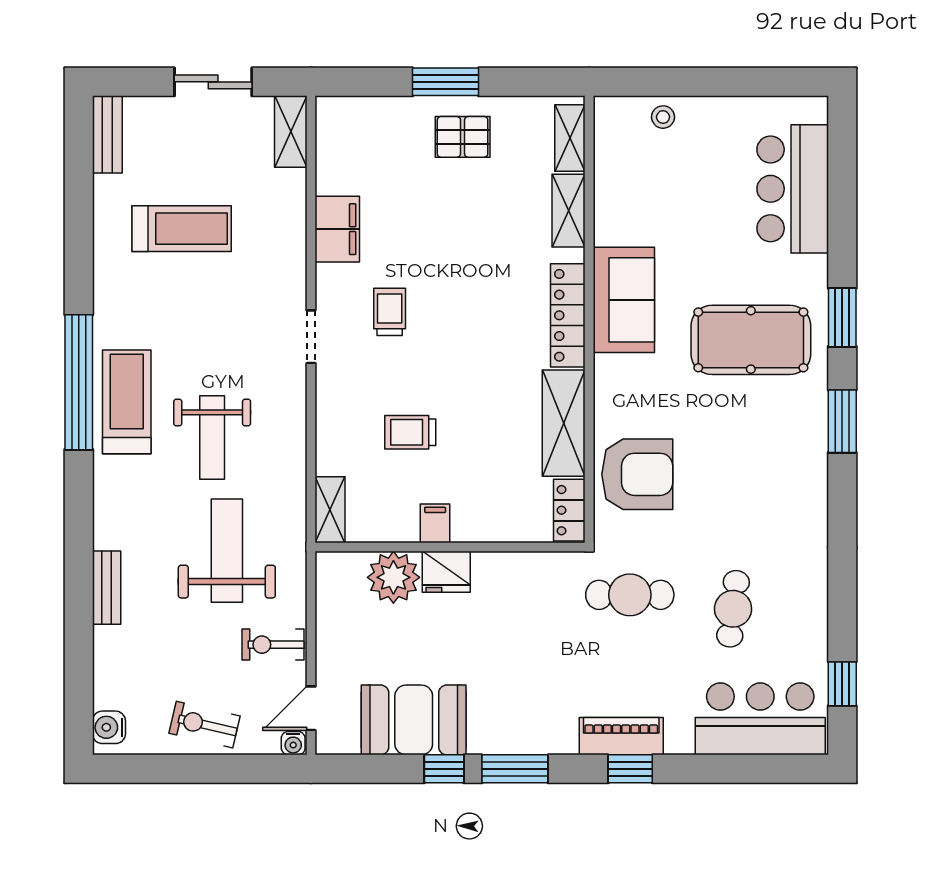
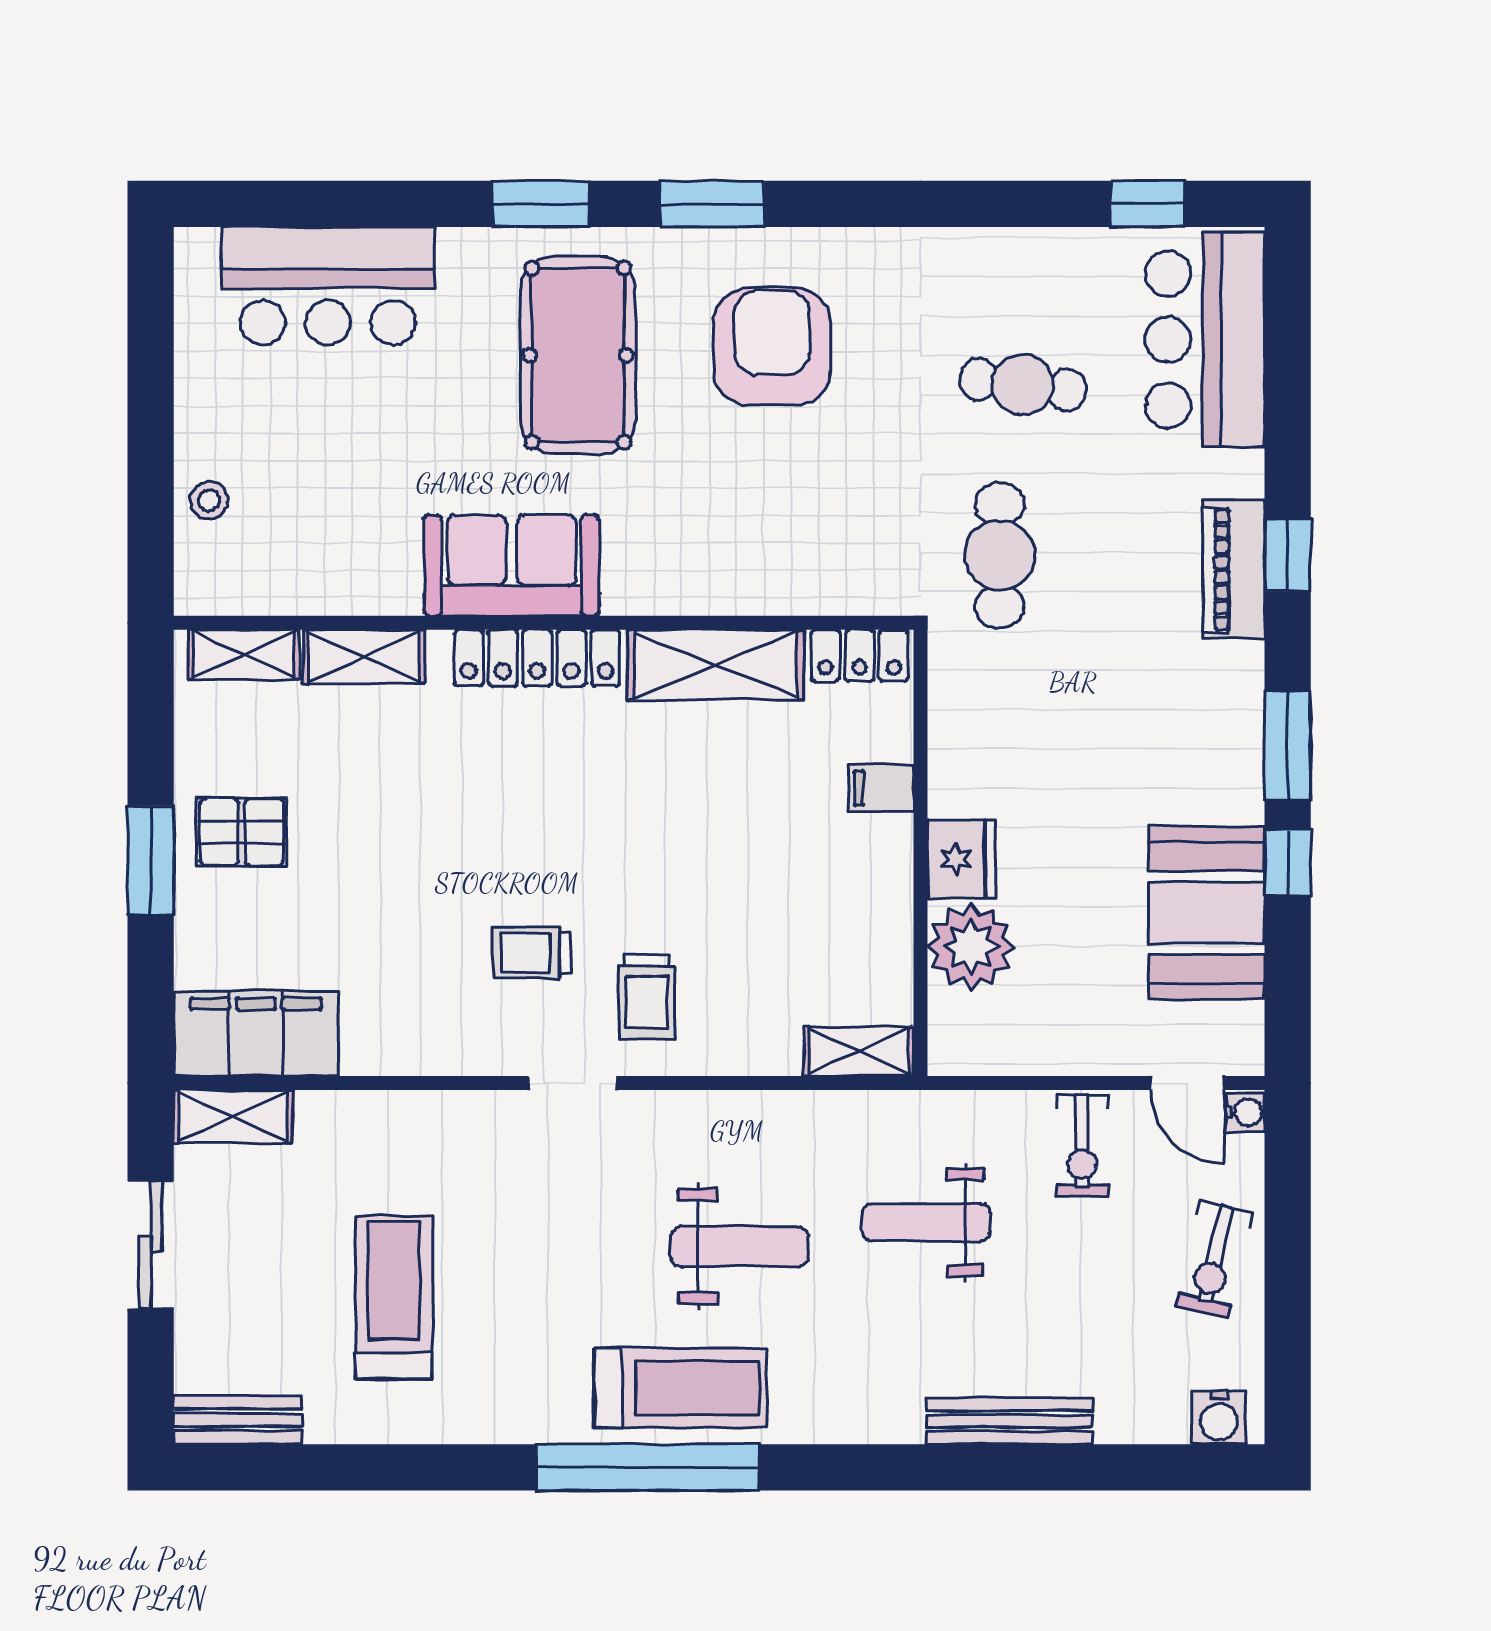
pallet: (463, 137) -> (242, 832), turned 90
filing cabinet: (337, 229) -> (256, 1033), moved, width x1.50, depth x1.17
treadmill: (127, 402) -> (680, 1388), turned 180
trolley: (410, 432) -> (647, 996), moved
armchair: (637, 474) -> (772, 347), moved
filing cabinet: (435, 523) -> (882, 788), moved
weight bench: (227, 551) -> (926, 1222), width x0.73, depth x0.75
bench: (107, 588) -> (1010, 1421), width x1.36

